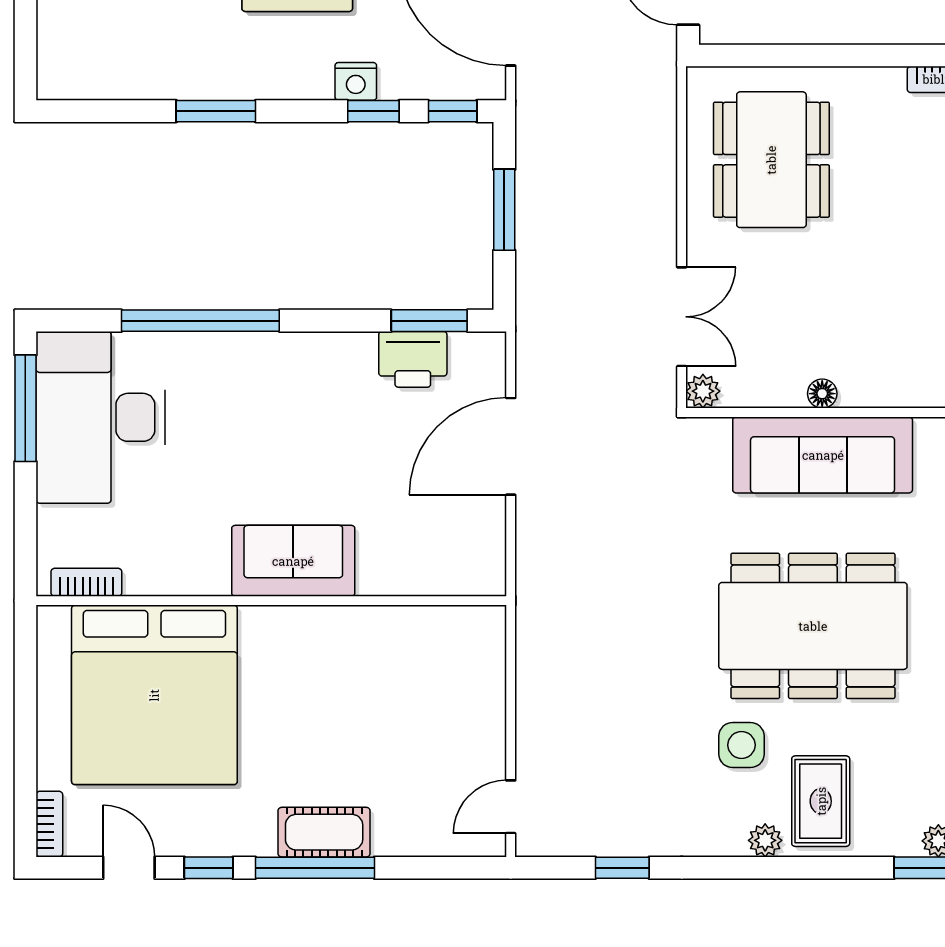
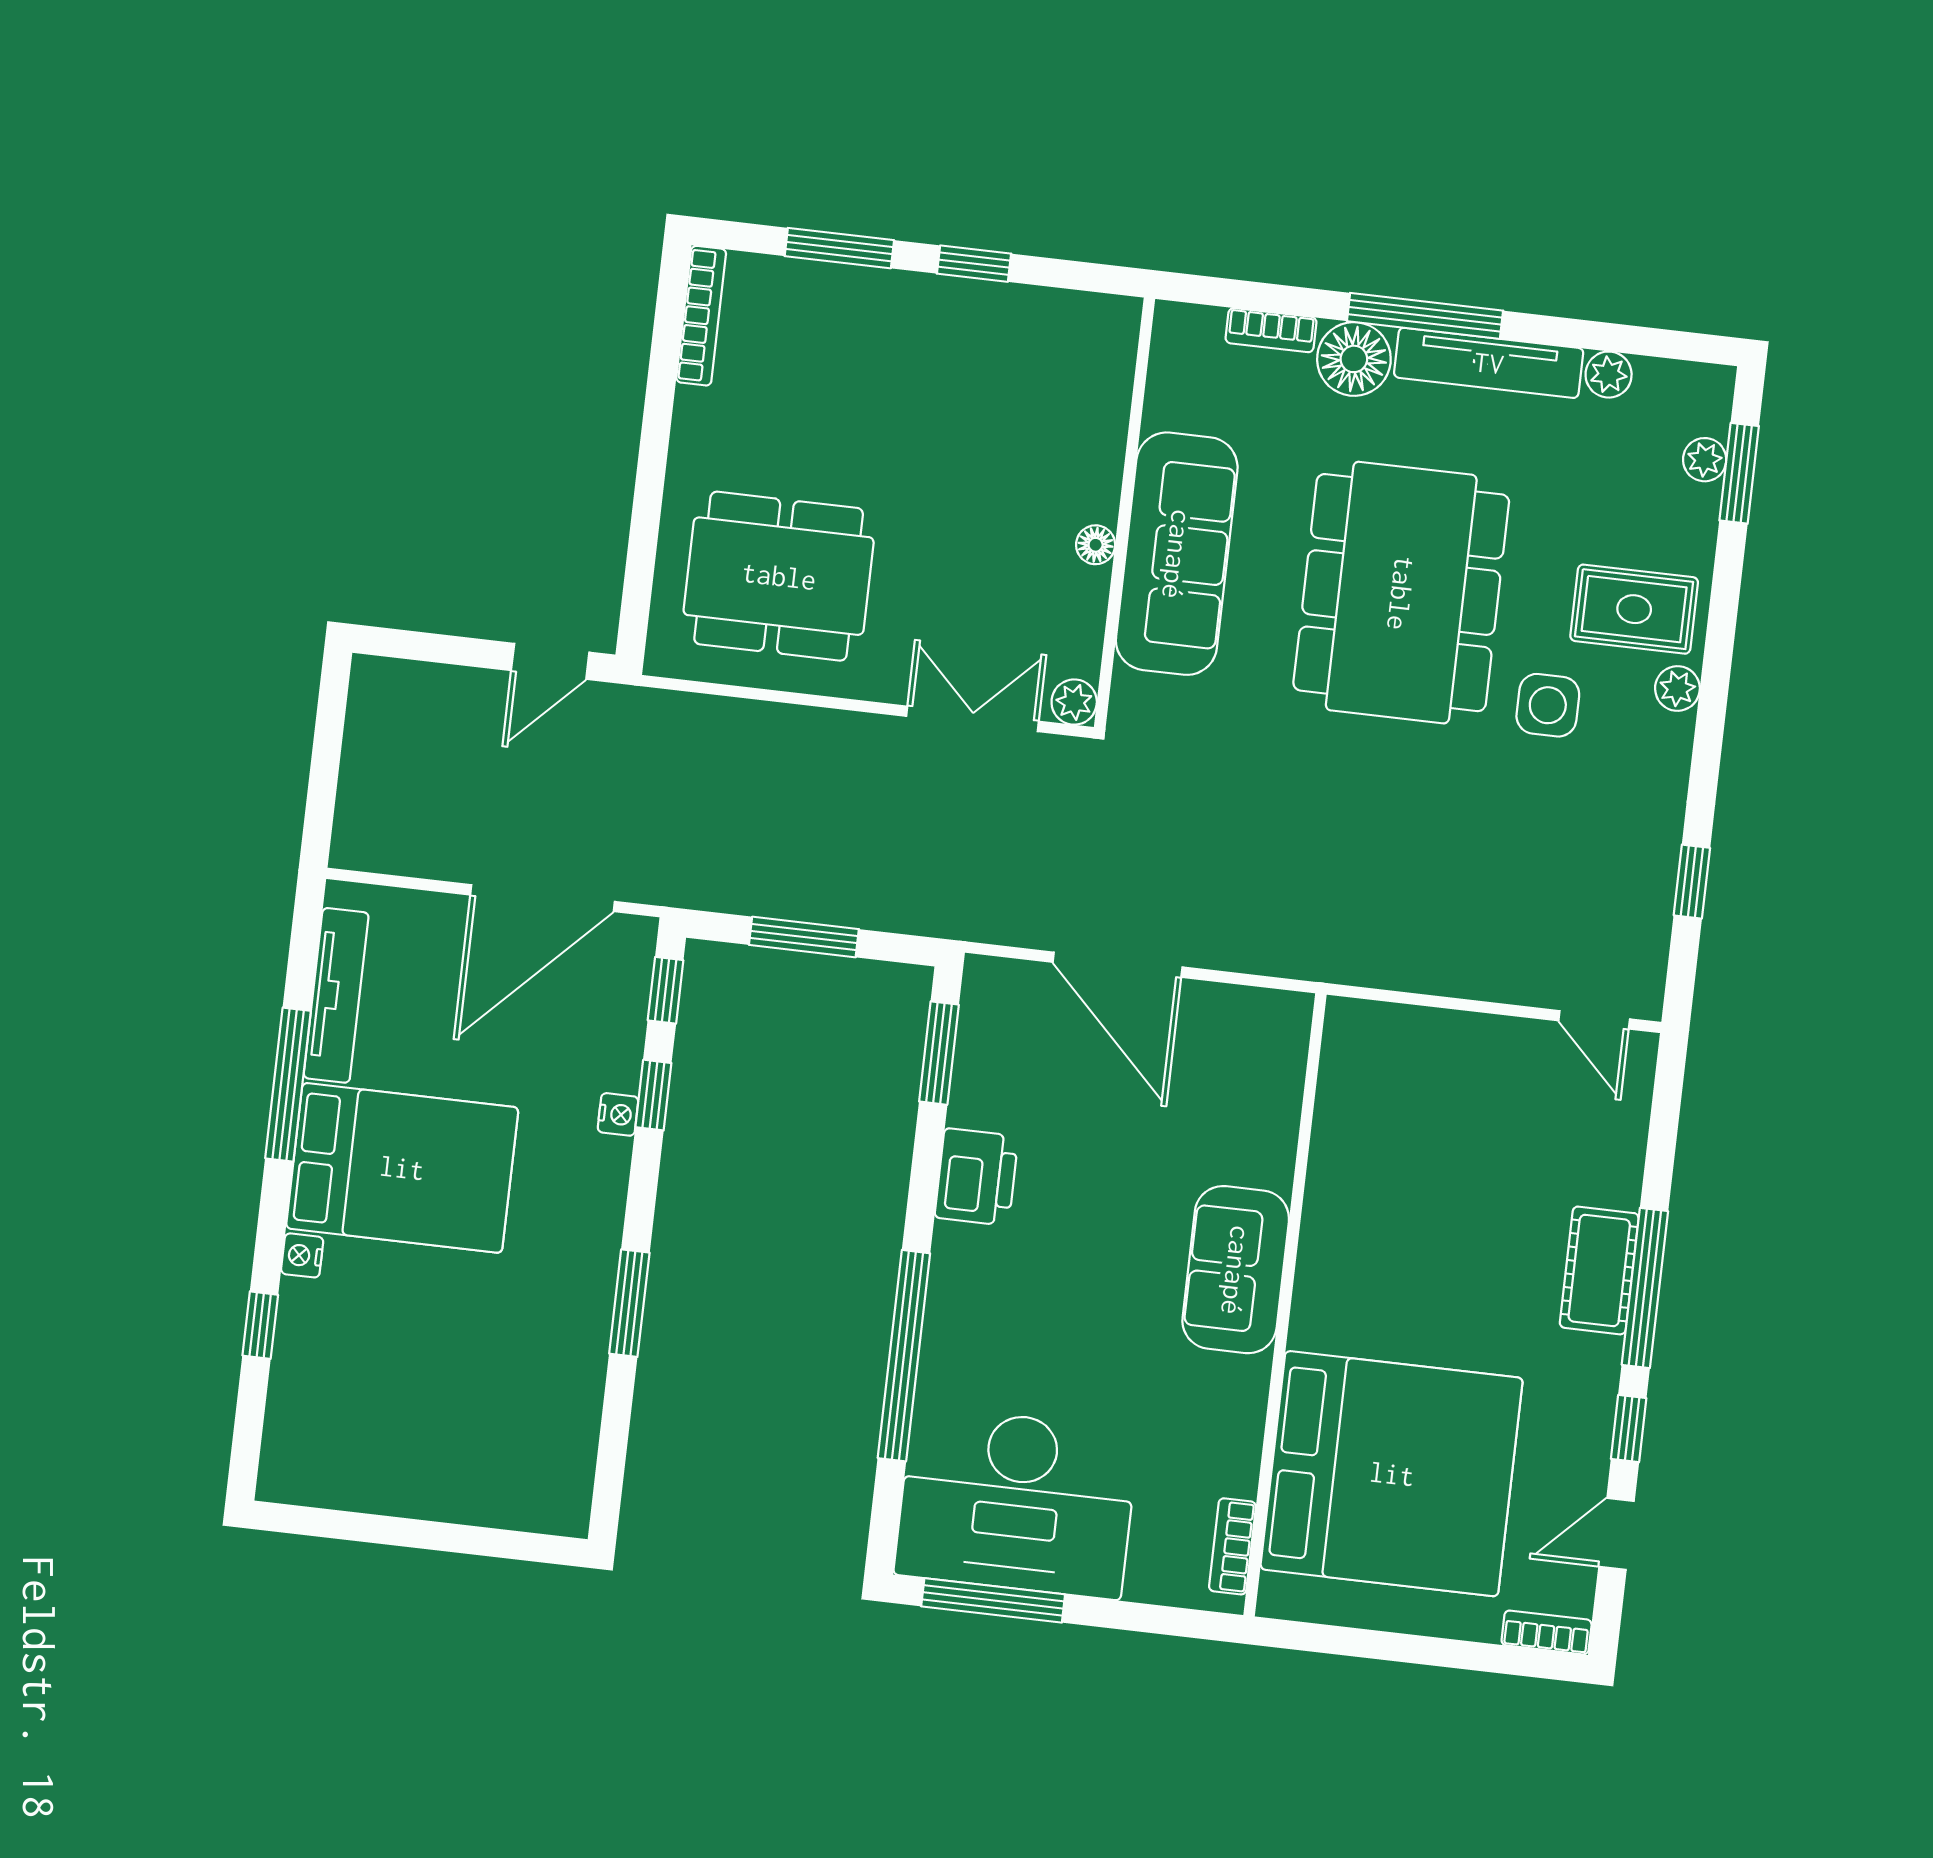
nightstand: (356, 81) -> (618, 1114), width x0.72, depth x0.74
printer: (413, 359) -> (977, 1177), moved

